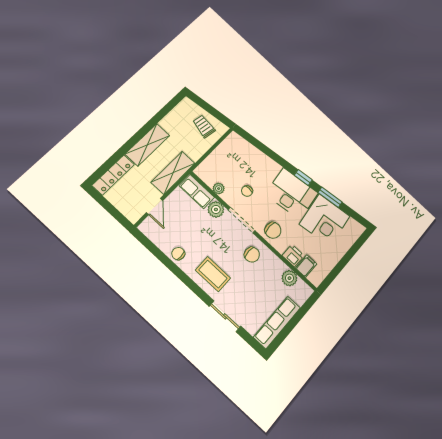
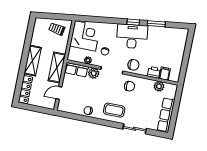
door: (155, 207) -> (59, 93), swing flipped
corner desk: (325, 220) -> (85, 36), moved, turned -83

